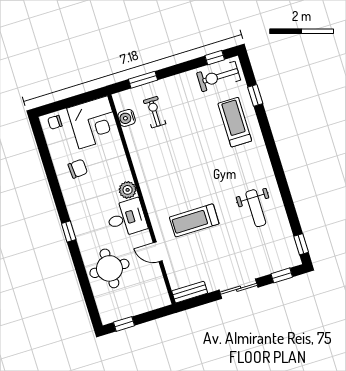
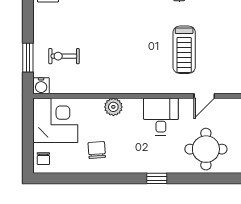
water cooler: (127, 118) -> (41, 86), moved
plant: (128, 190) -> (113, 107), moved

